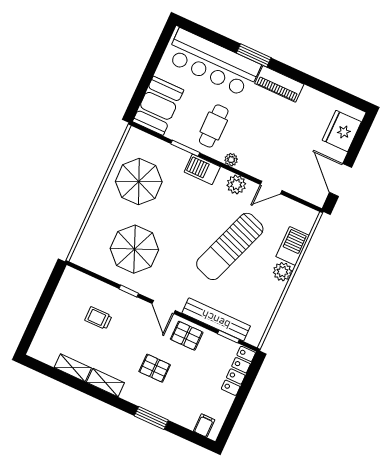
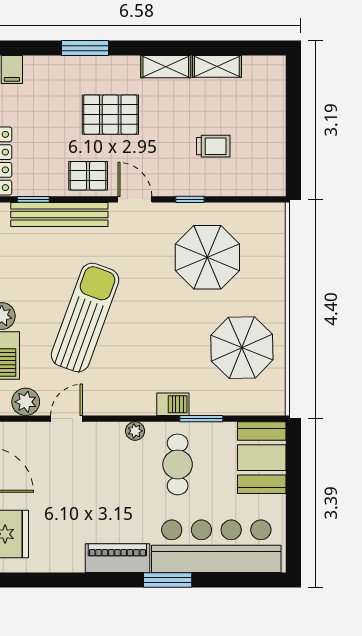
barbecue: (202, 169) -> (173, 404), width x0.73, depth x0.79
plant: (236, 184) -> (26, 402), moved
pallet: (155, 368) -> (110, 115), width x1.50, depth x1.42

